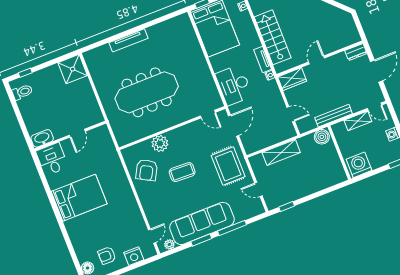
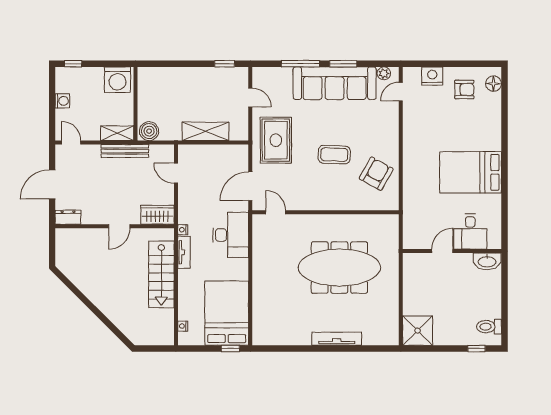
shelving: (358, 121) -> (117, 133), moved
plant: (160, 143) -> (348, 200), removed
desk: (52, 159) -> (470, 231), moved

